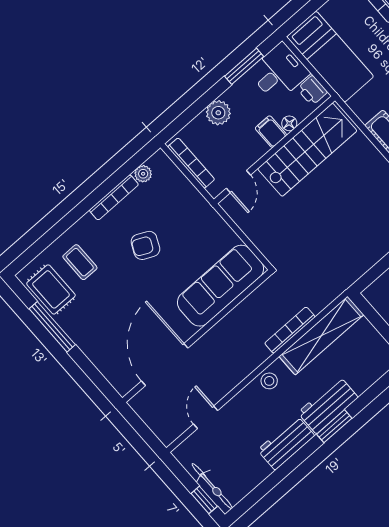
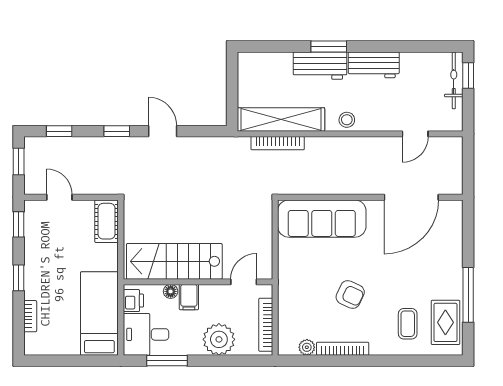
plant: (218, 113) -> (219, 339), width x1.36, depth x1.36
bookcase: (290, 330) -> (278, 143), moved

